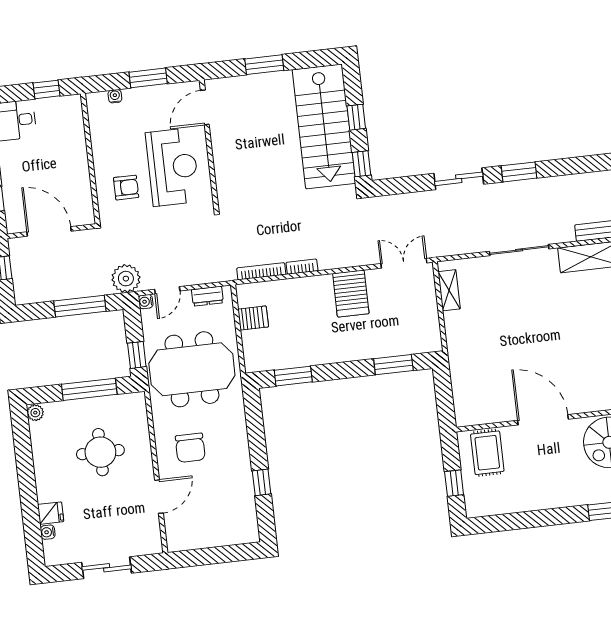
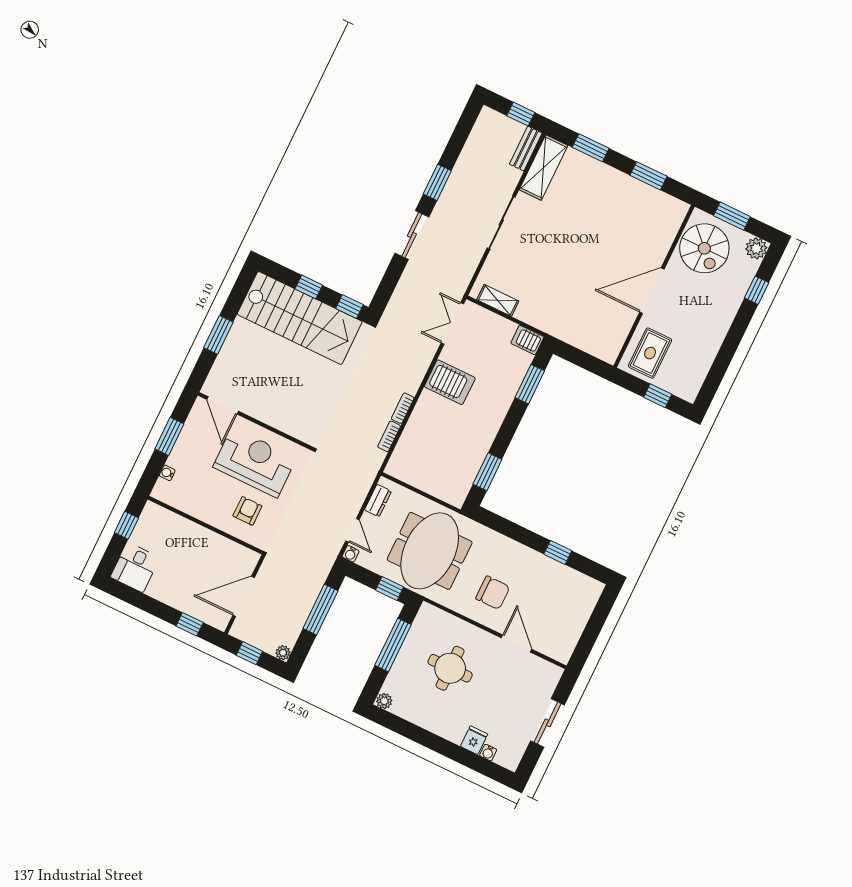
bookcase: (261, 271) -> (389, 436), width x0.64
plant: (126, 279) -> (283, 653), moved, width x0.53, depth x0.53
server rack: (253, 318) -> (527, 340), moved, turned -90
rug: (487, 453) -> (650, 353), turned 90

